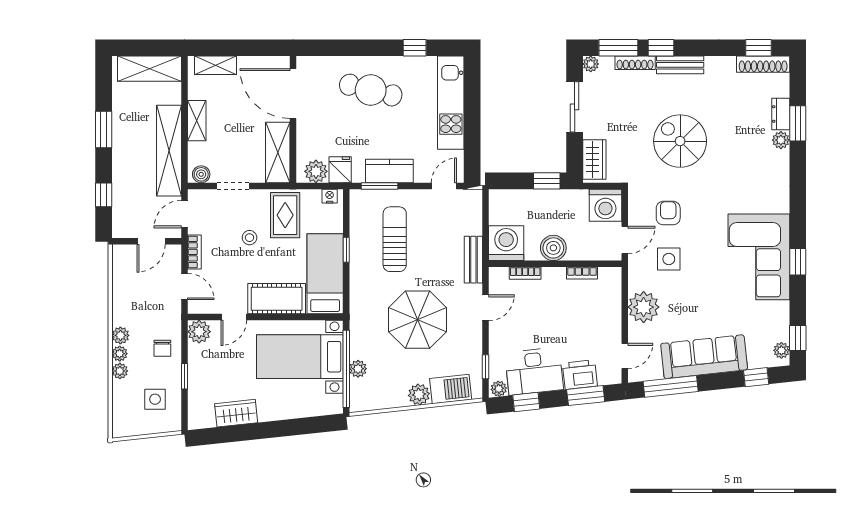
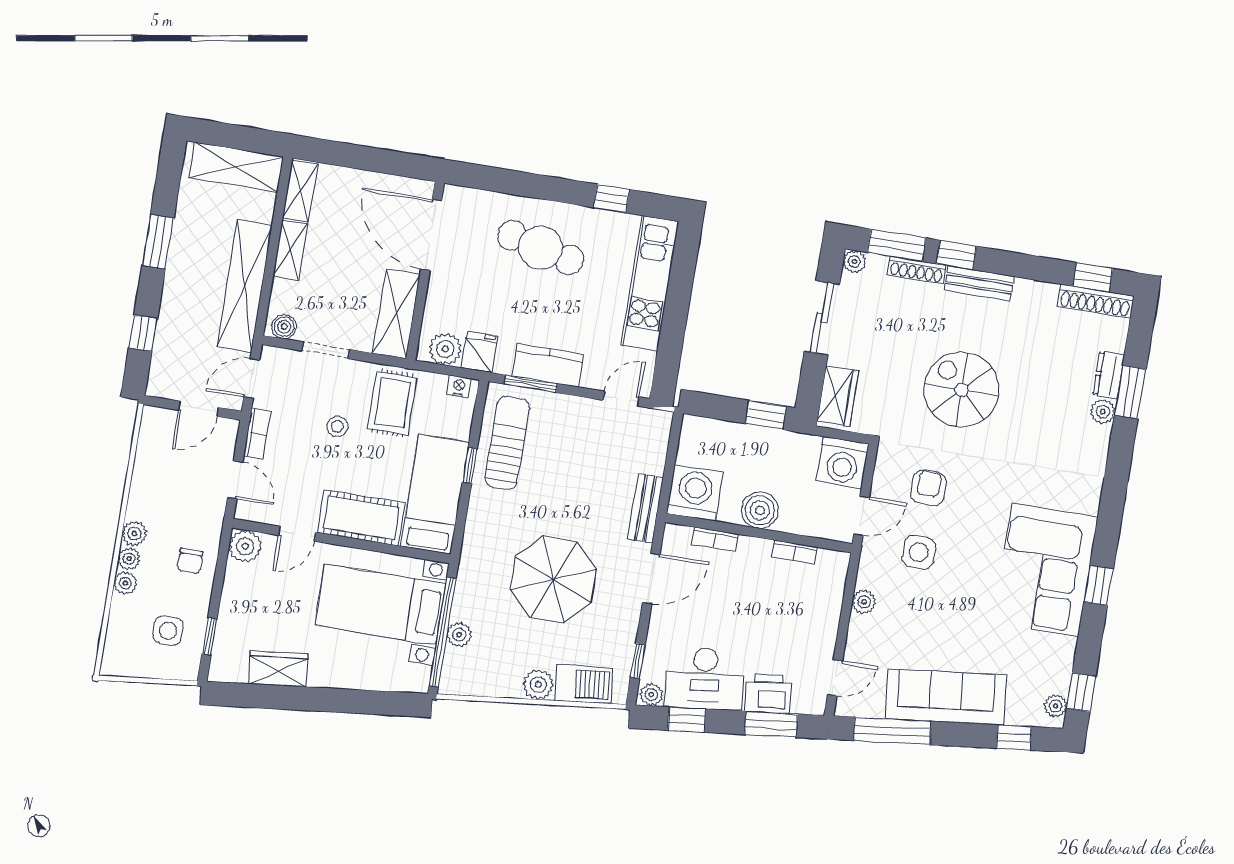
shelving: (216, 65) -> (300, 191), moved, turned 90
sun lounger: (395, 239) -> (507, 443), moved
plant: (644, 307) -> (864, 602), width x0.53, depth x0.53
door: (485, 308) -> (651, 579), width x1.38
window: (185, 376) -> (209, 636), moved

